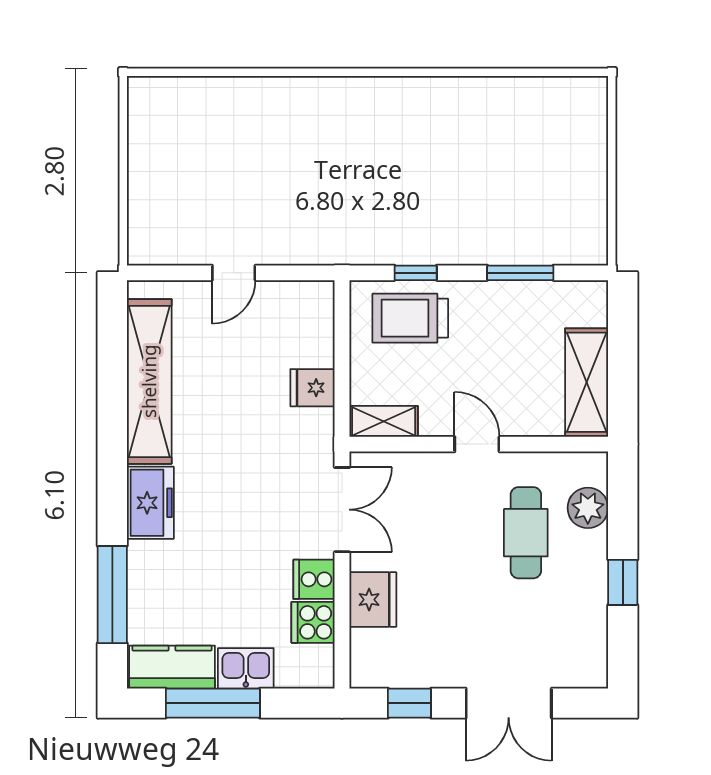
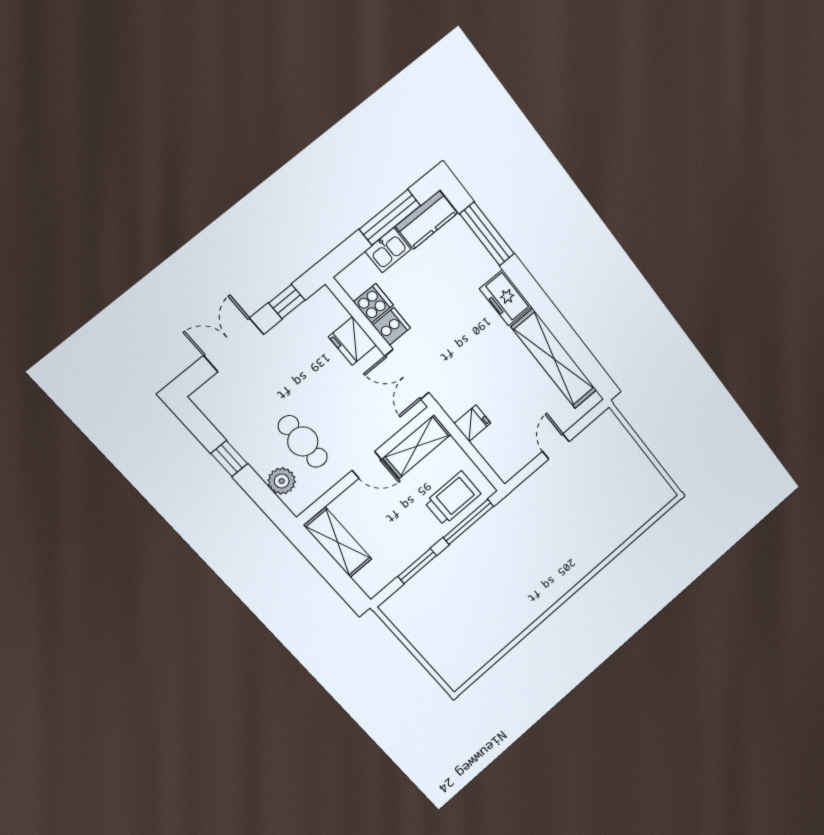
window: (416, 273) -> (468, 522), width x2.17
shelving: (384, 421) -> (417, 446), width x1.50, depth x1.33

